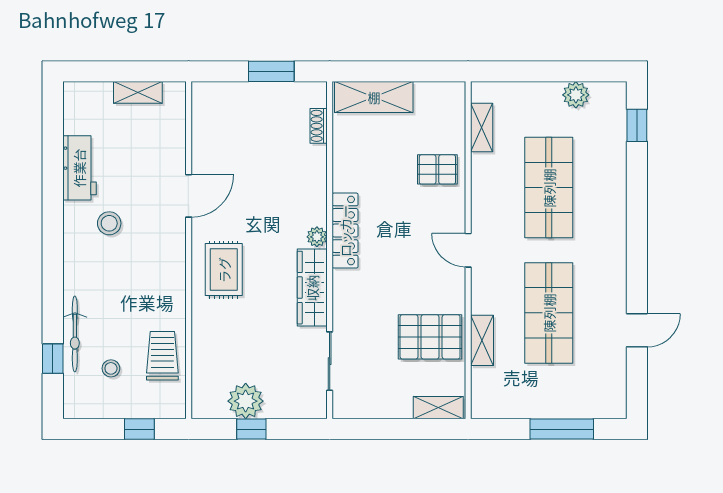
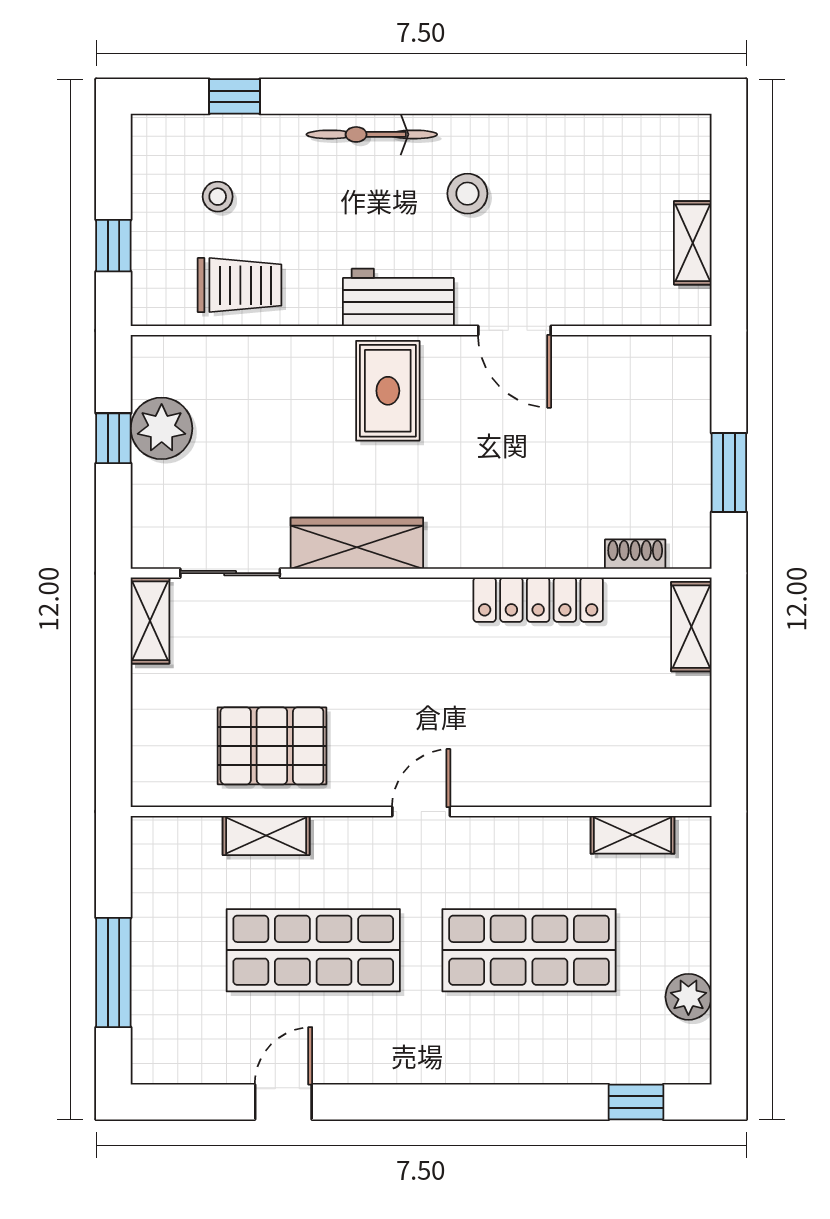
shelving: (374, 97) -> (691, 627), width x0.67, depth x0.75
workbench: (79, 168) -> (398, 297), moved, turned 180
pallet: (437, 169) -> (560, 758), removed
locker: (345, 231) -> (538, 600), moved
plant: (317, 237) -> (444, 551), removed
rug: (224, 270) -> (388, 391), turned 90
door: (637, 330) -> (283, 1102), swing flipped
bicycle: (75, 334) -> (372, 134), moved
pallet: (430, 337) -> (272, 746), turned 90
shelving: (438, 408) -> (150, 621), moved

